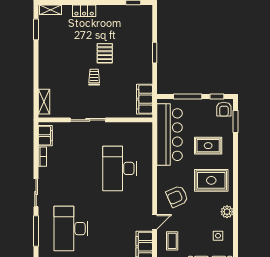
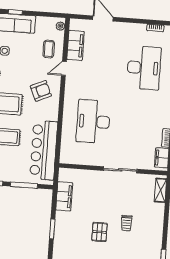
trolley: (94, 77) -> (126, 223), moved
filing cabinet: (144, 99) -> (64, 196), moved
desk: (120, 168) -> (93, 121), turned 180

